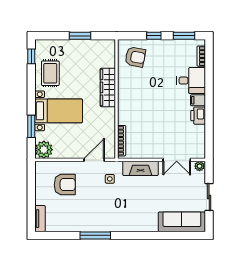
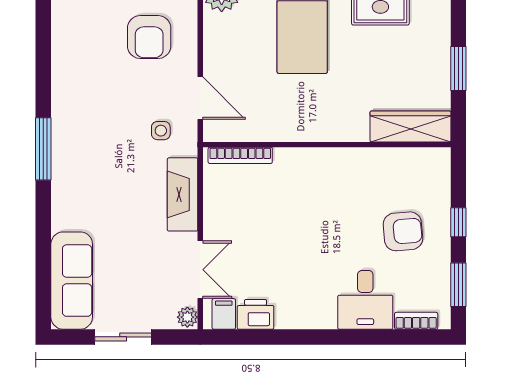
armchair: (135, 57) -> (403, 231), moved, turned -106
wardrobe: (108, 87) -> (410, 127), moved
filing cabinet: (198, 100) -> (224, 314), moved
printer: (198, 116) -> (256, 314), moved
double door: (177, 160) -> (200, 270), swing flipped
window: (95, 235) -> (43, 149), moved

